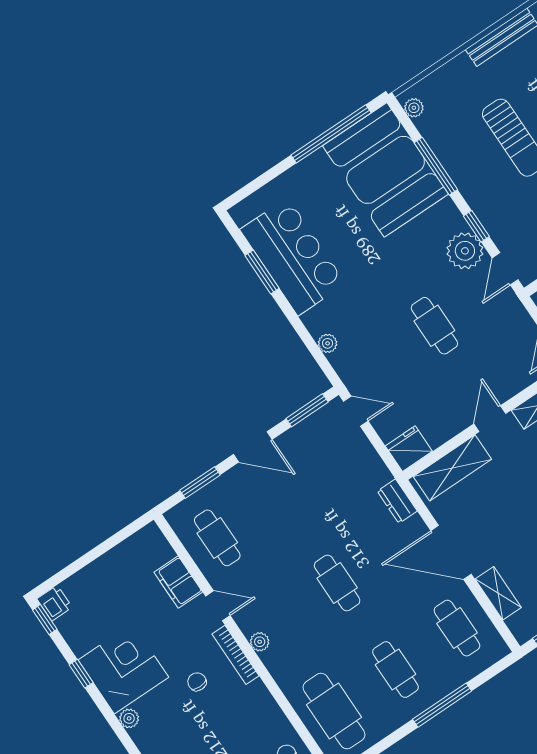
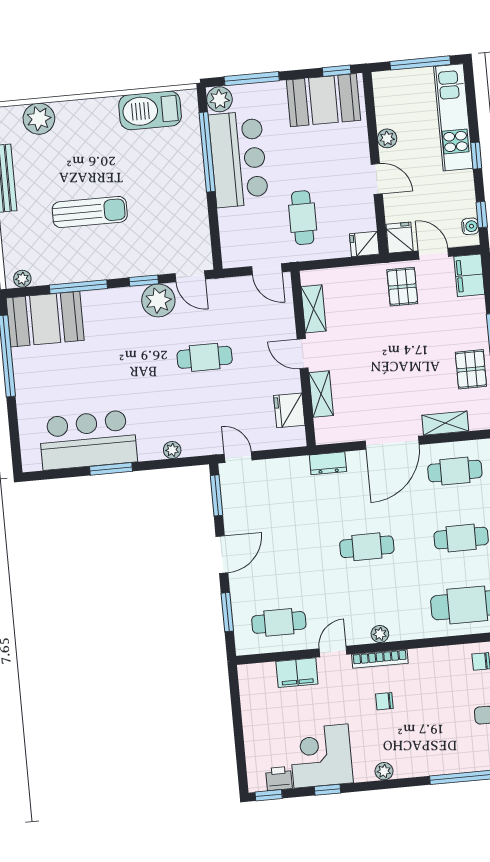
booth: (386, 170) -> (45, 319), width x0.73, depth x0.70
window: (262, 272) -> (111, 469), moved
door: (356, 411) -> (238, 457), hinge flipped
fridge: (409, 449) -> (289, 410), moved
shelving: (452, 468) -> (321, 394), width x0.67, depth x0.75
printer: (55, 603) -> (279, 778), moved
corner desk: (123, 669) -> (321, 756), moved

